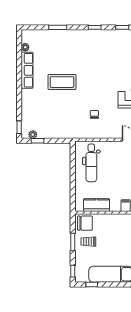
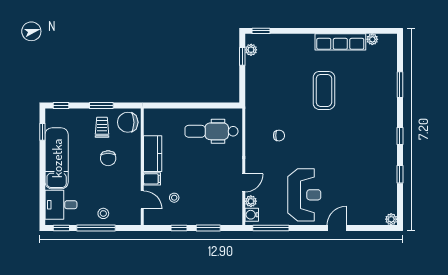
kitchen counter: (97, 205) -> (153, 154), moved
chair: (85, 223) -> (128, 122), turned 90
chair: (111, 237) -> (108, 158), added

